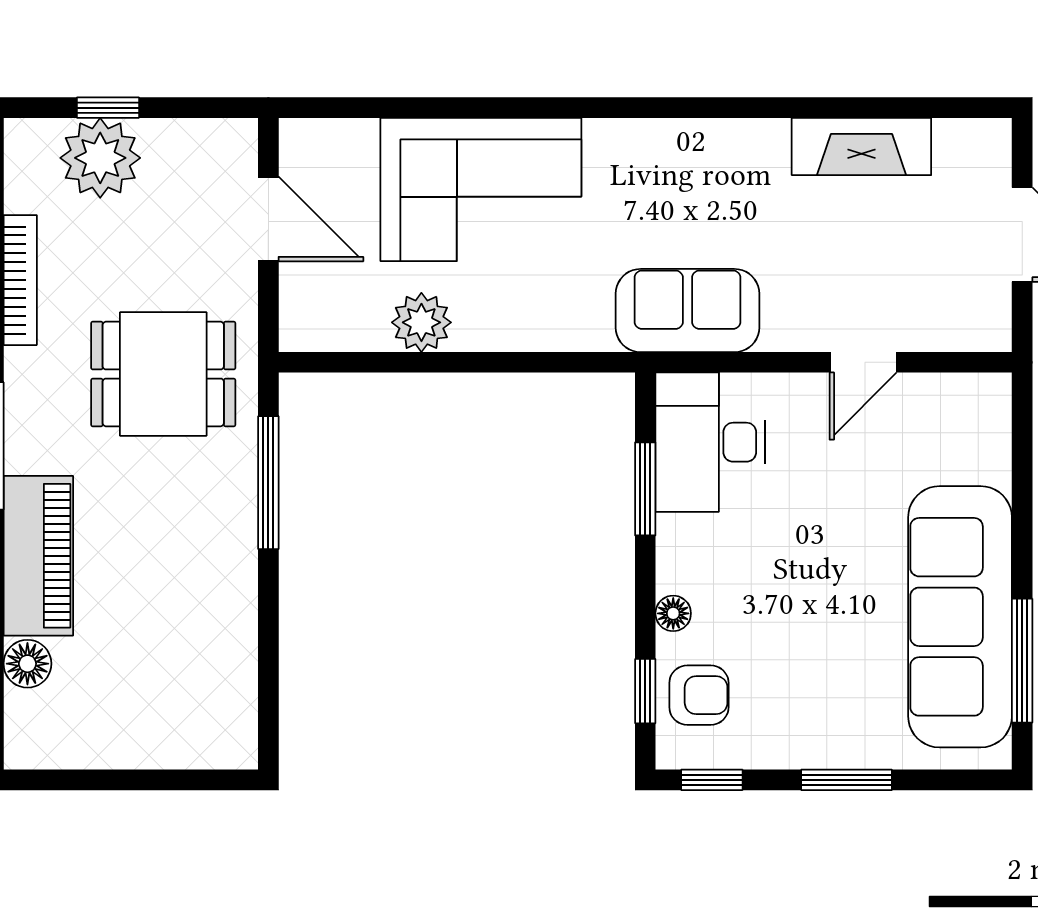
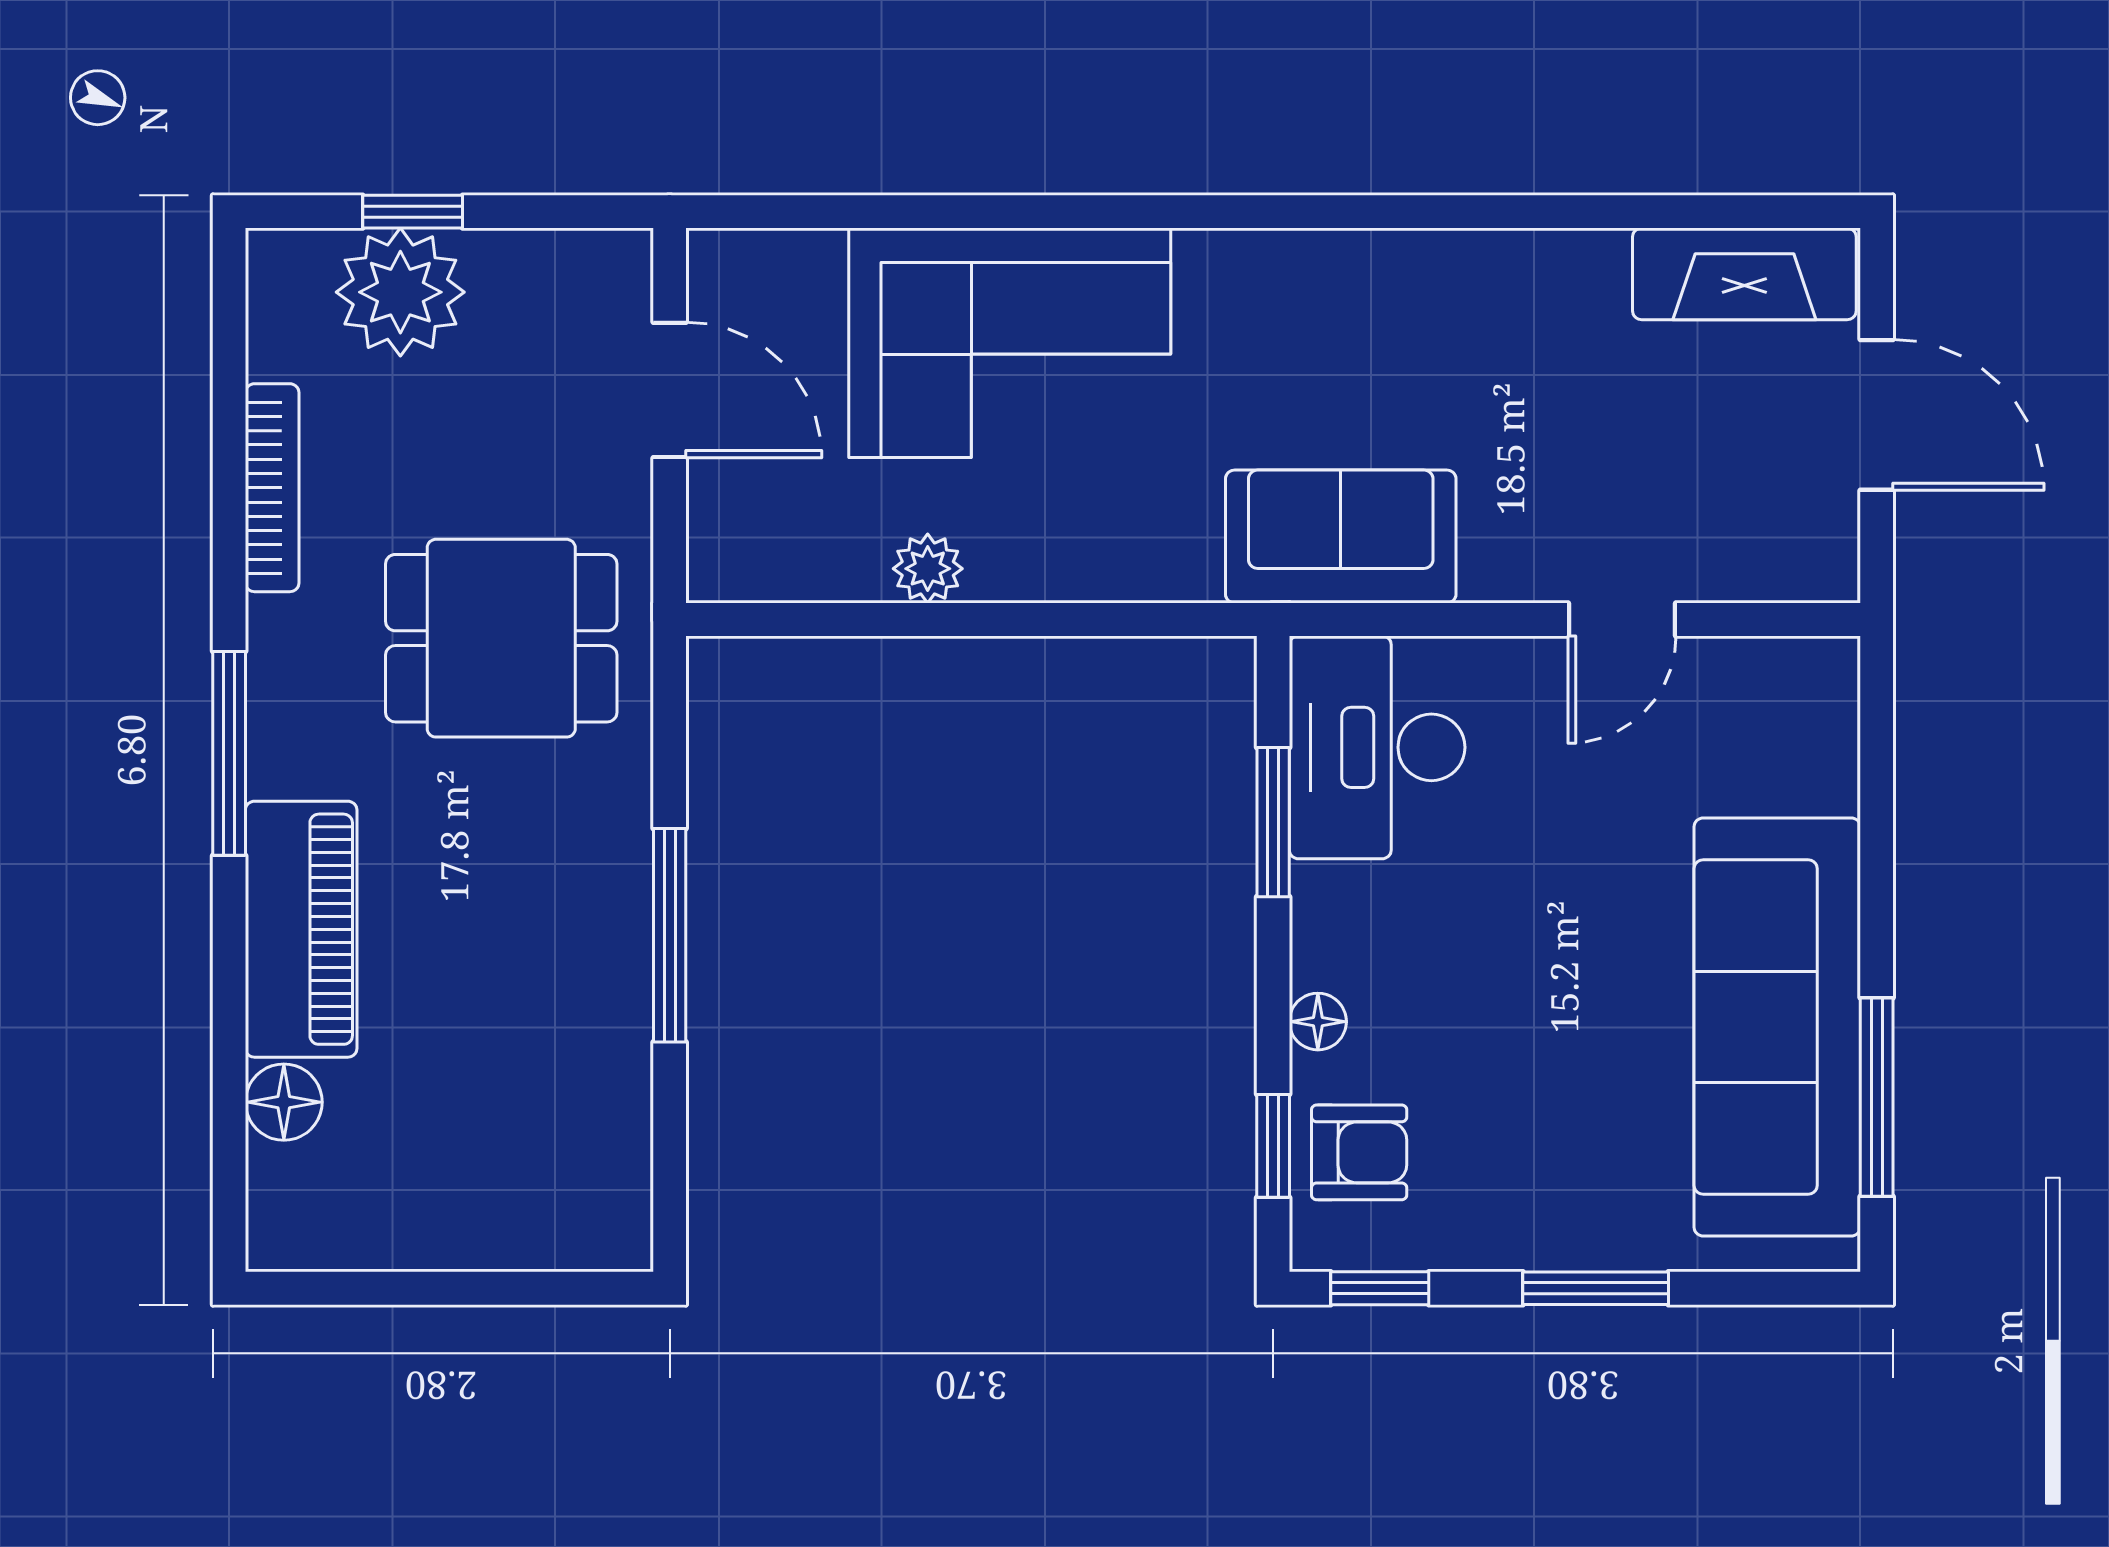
fireplace: (861, 147) -> (1744, 274), moved
plant: (421, 322) -> (928, 569), width x0.73, depth x0.73
window: (268, 483) -> (670, 935), moved

